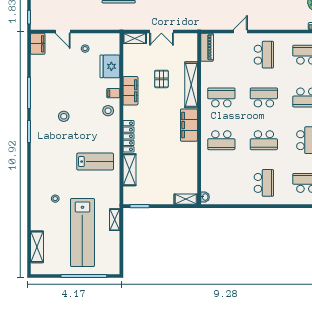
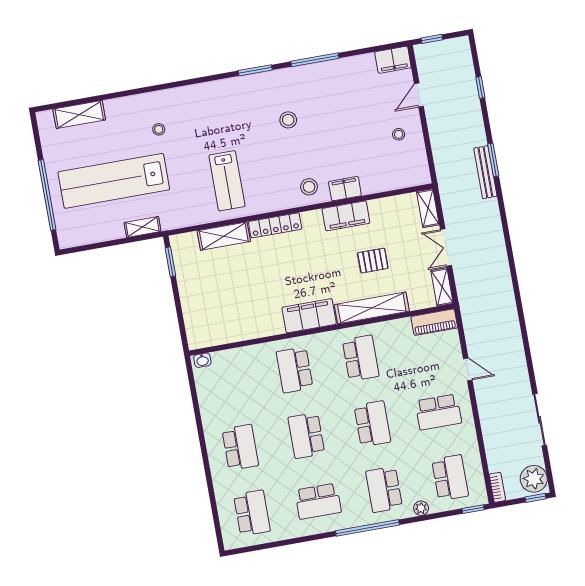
fridge: (110, 66) -> (378, 177), removed
filing cabinet: (113, 93) -> (345, 189), width x2.00
school desk: (264, 183) -> (240, 447), turned -90
shelving: (186, 199) -> (442, 287), moved

